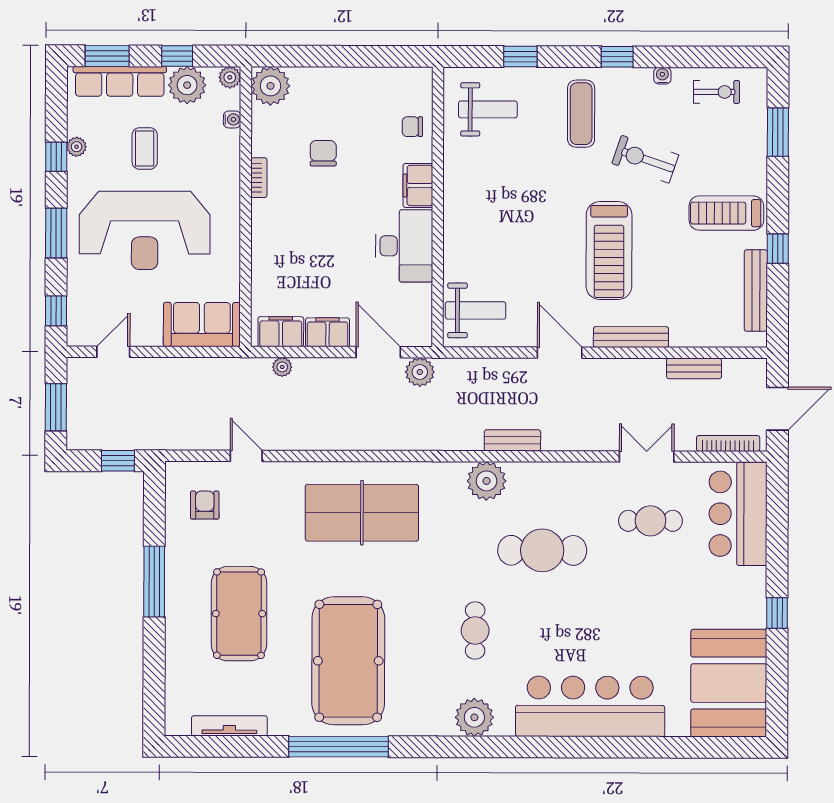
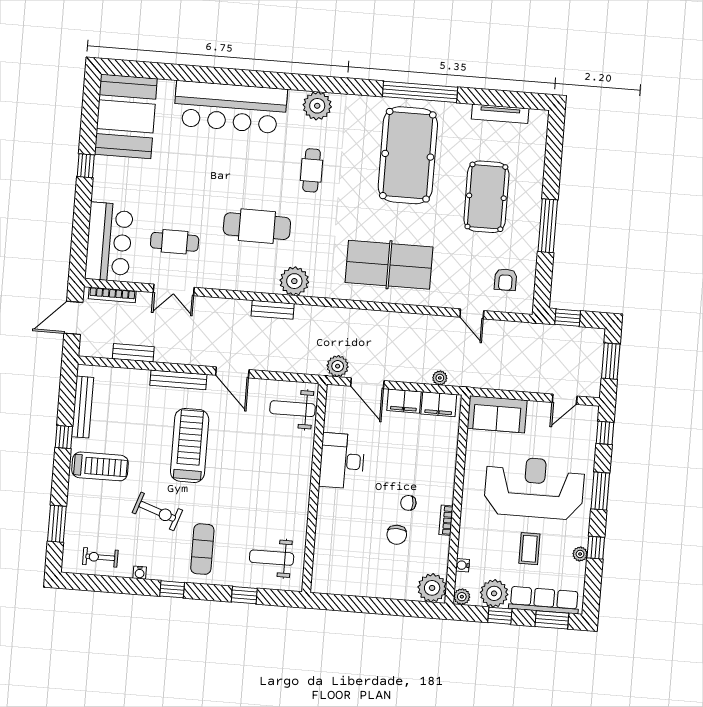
chair: (412, 127) -> (408, 503), moved, turned 180
filing cabinet: (418, 185) -> (328, 505), removed

